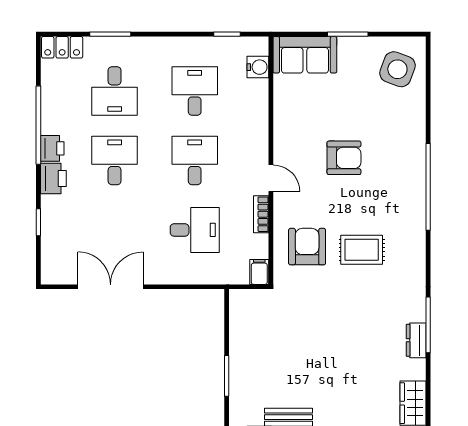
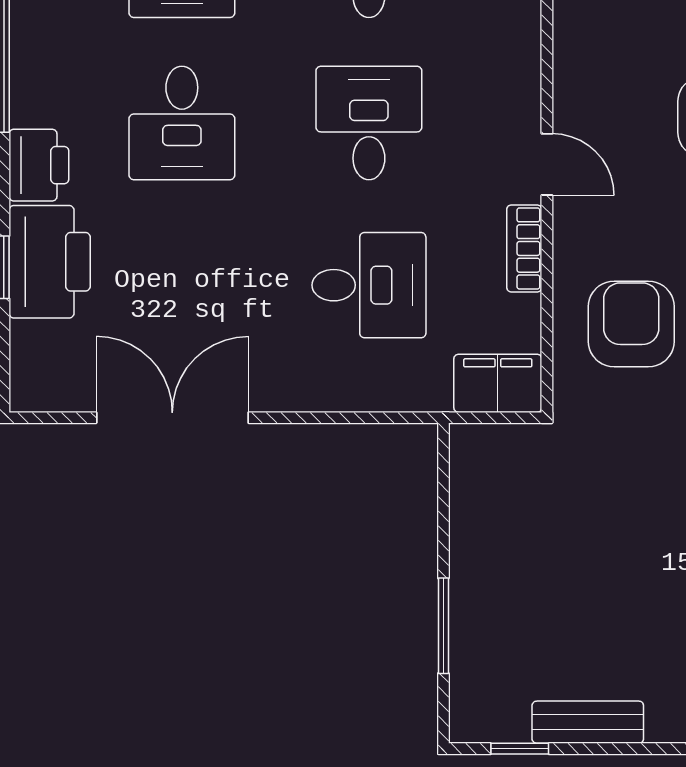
printer: (52, 148) -> (50, 262), moved, width x1.87, depth x1.48
desk: (115, 160) -> (182, 123), turned 180
filing cabinet: (259, 272) -> (498, 383), width x2.00

